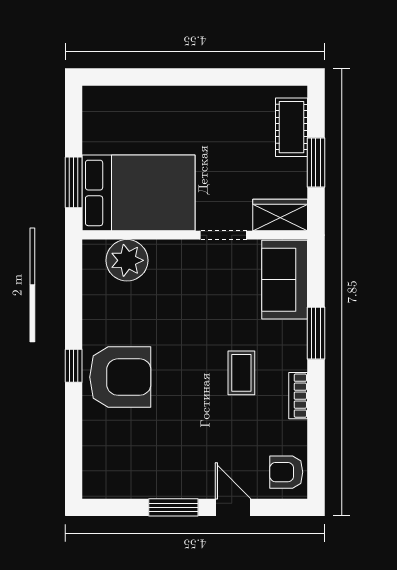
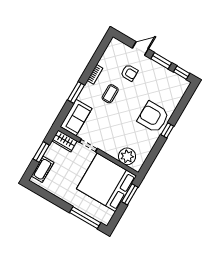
window: (140, 77) -> (85, 218), added
bed: (139, 193) -> (107, 182), width x1.36
armchair: (286, 472) -> (129, 73), moved
window: (115, 507) -> (182, 73), added
door: (233, 507) -> (140, 49), swing flipped

